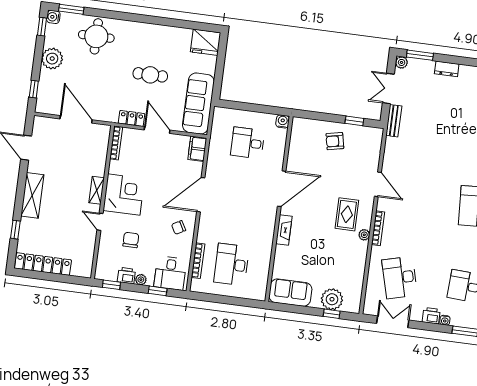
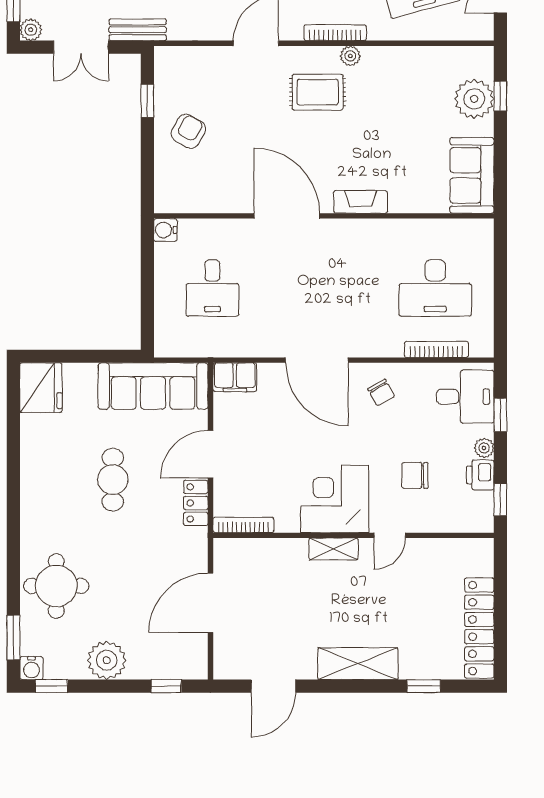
armchair: (335, 141) -> (188, 131), turned -139

